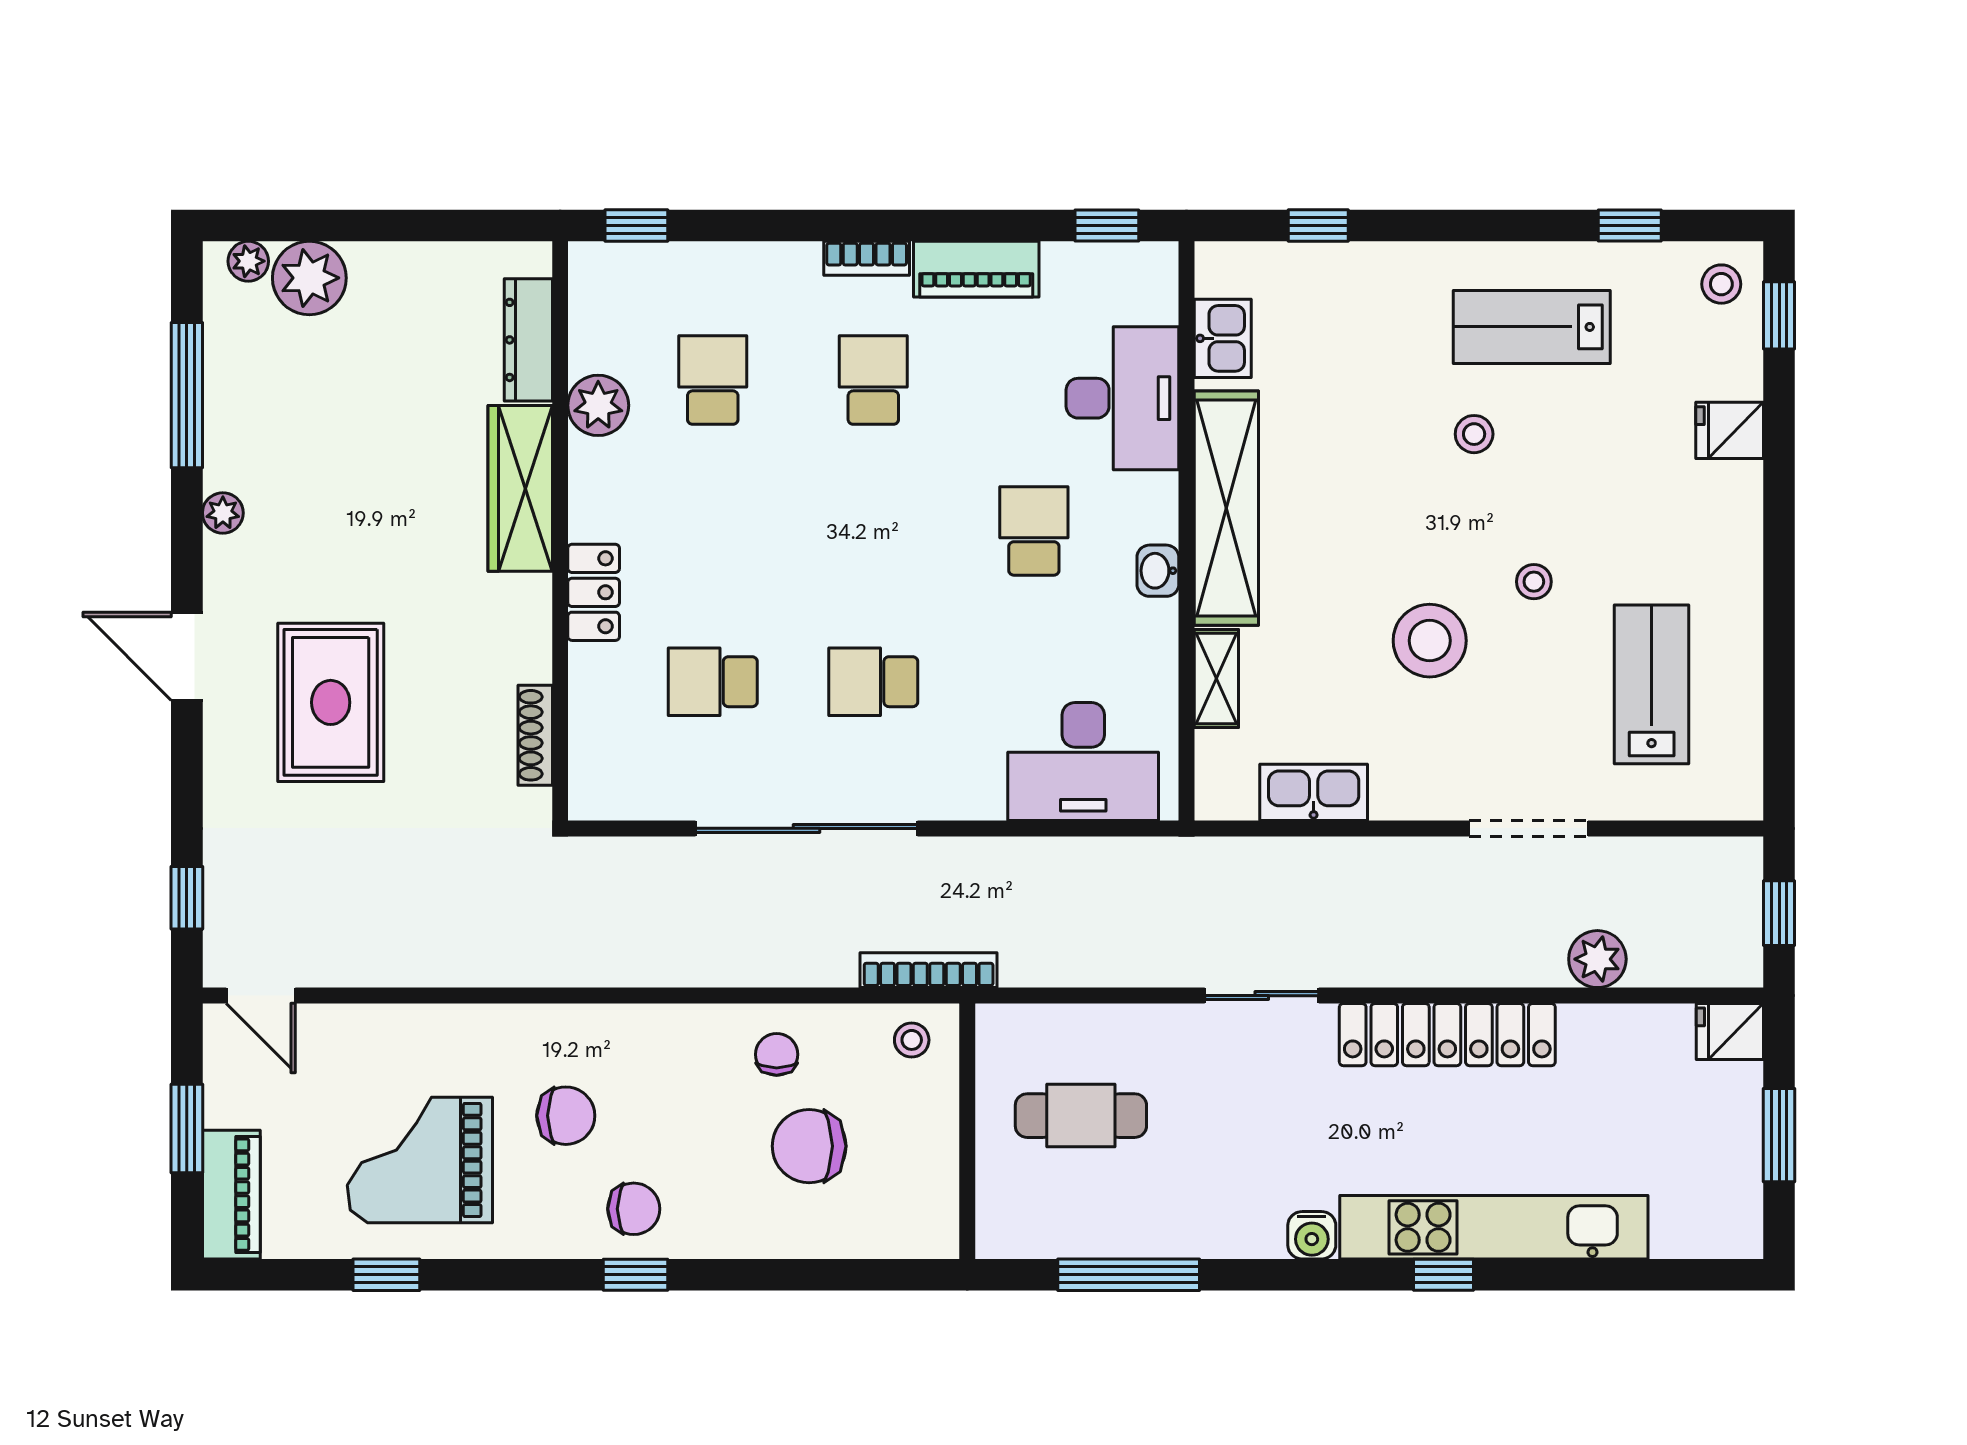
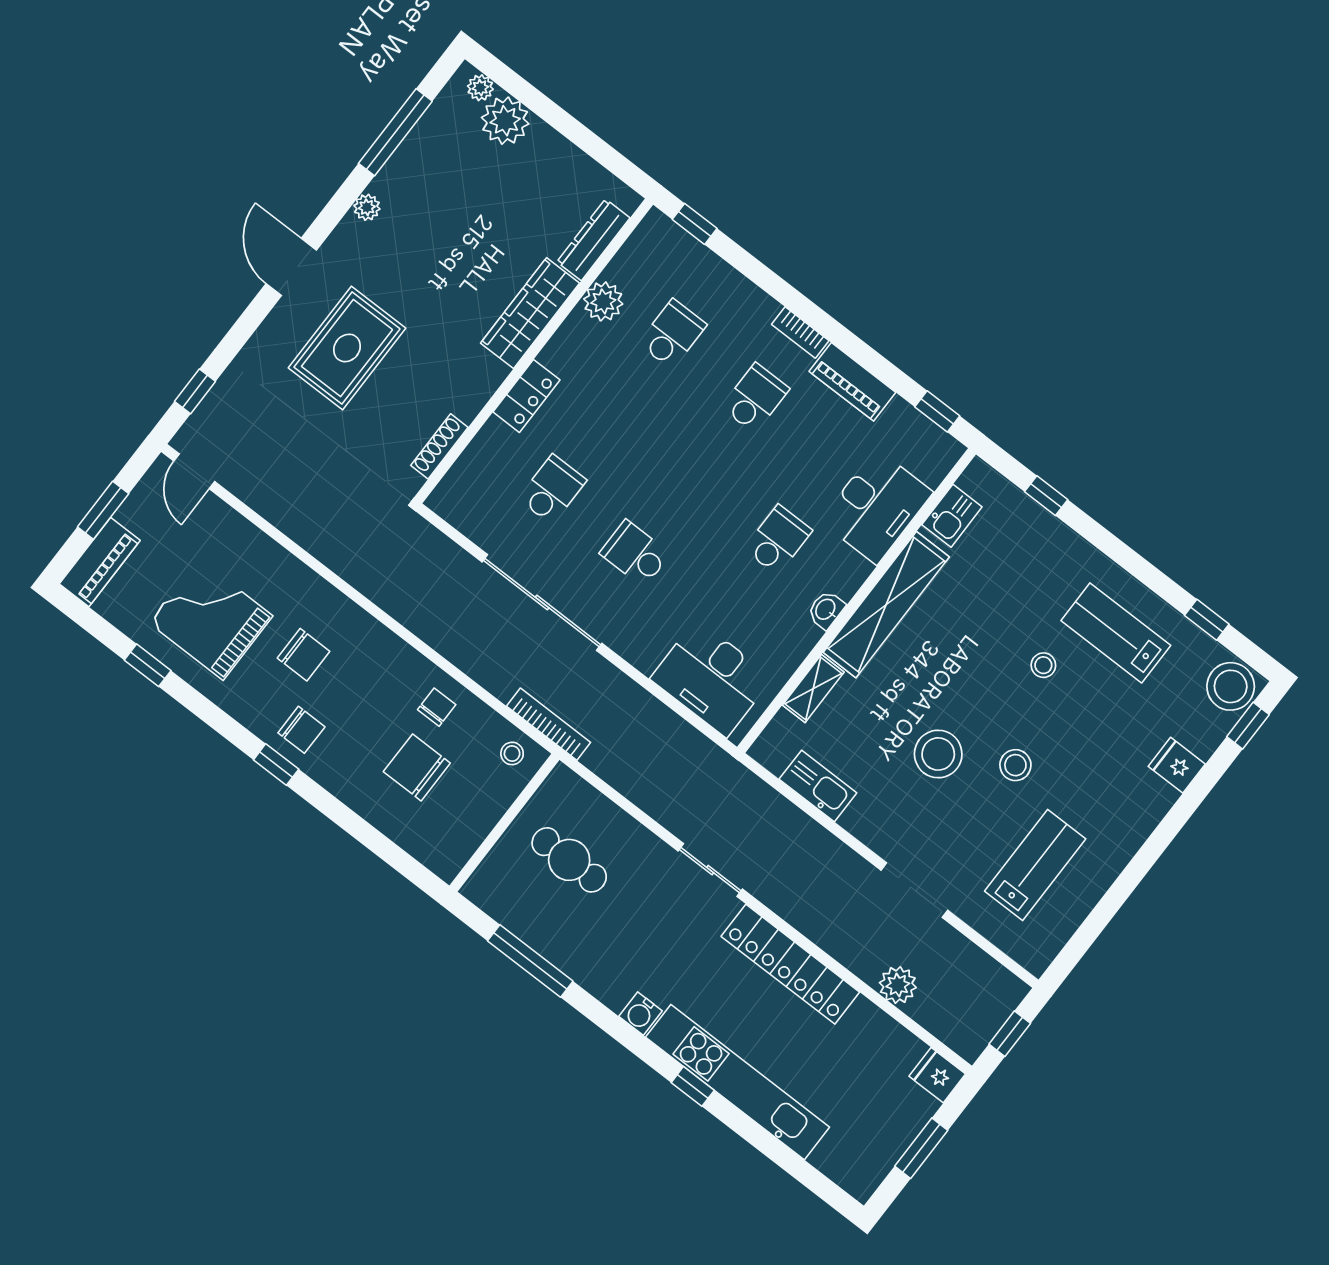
stool: (1721, 284) -> (1231, 686), width x1.89, depth x1.89
stool: (1534, 582) -> (1015, 765), width x1.37, depth x1.37
school desk: (713, 682) -> (552, 490), turned 90

